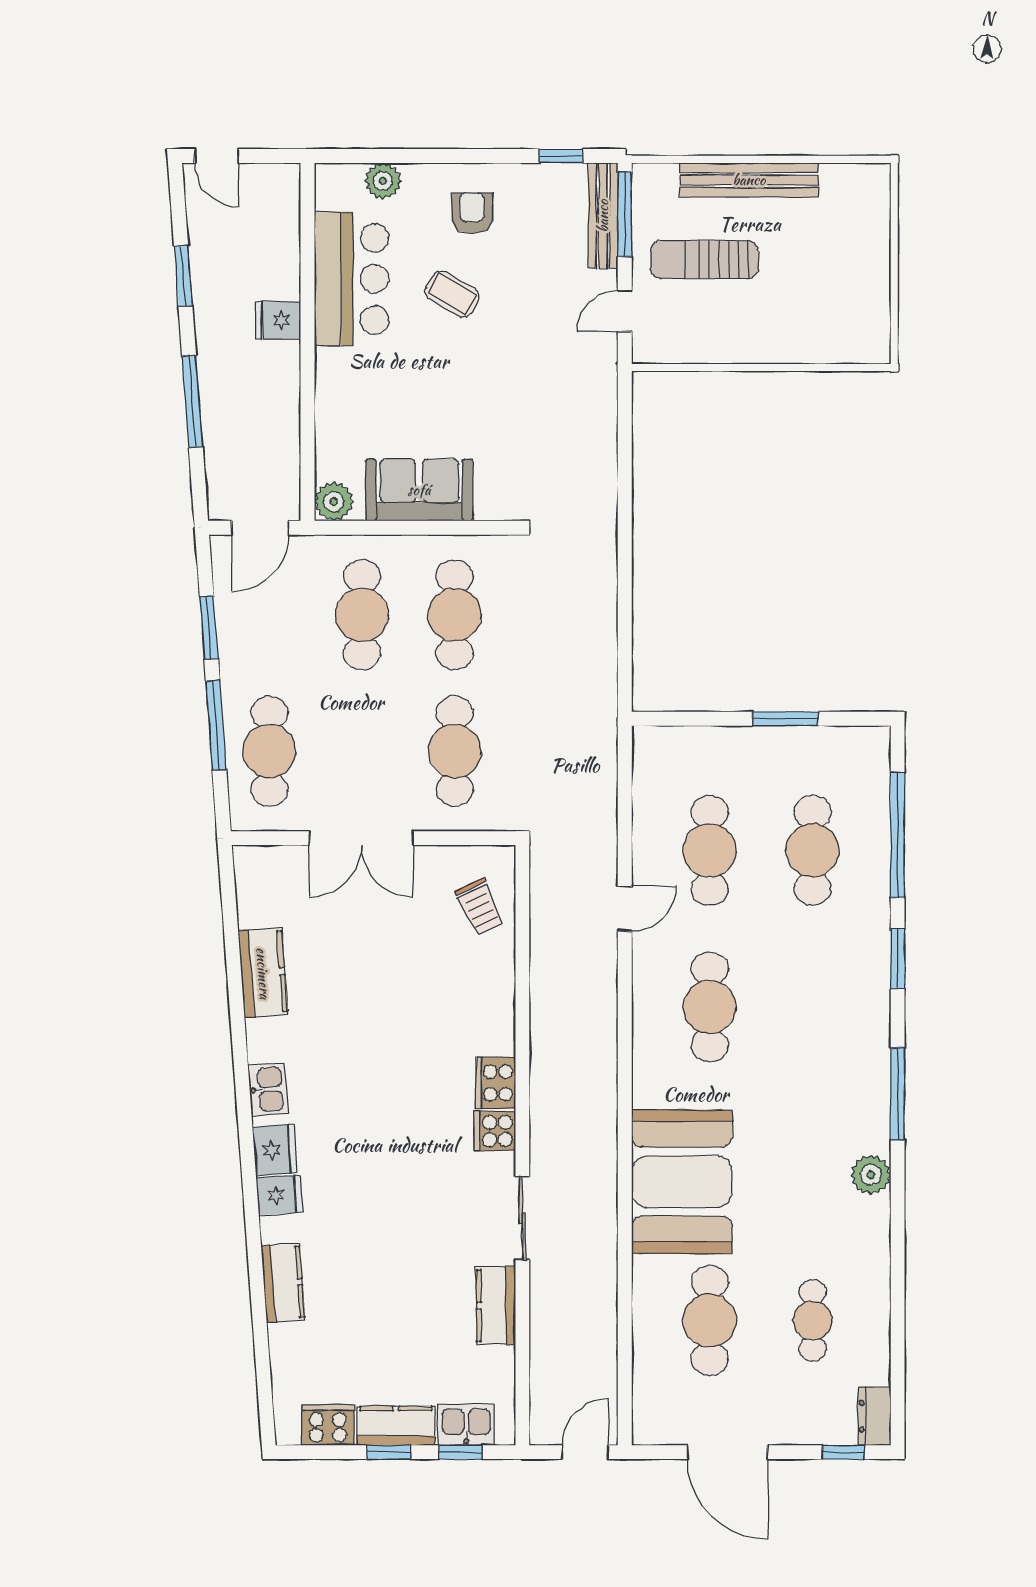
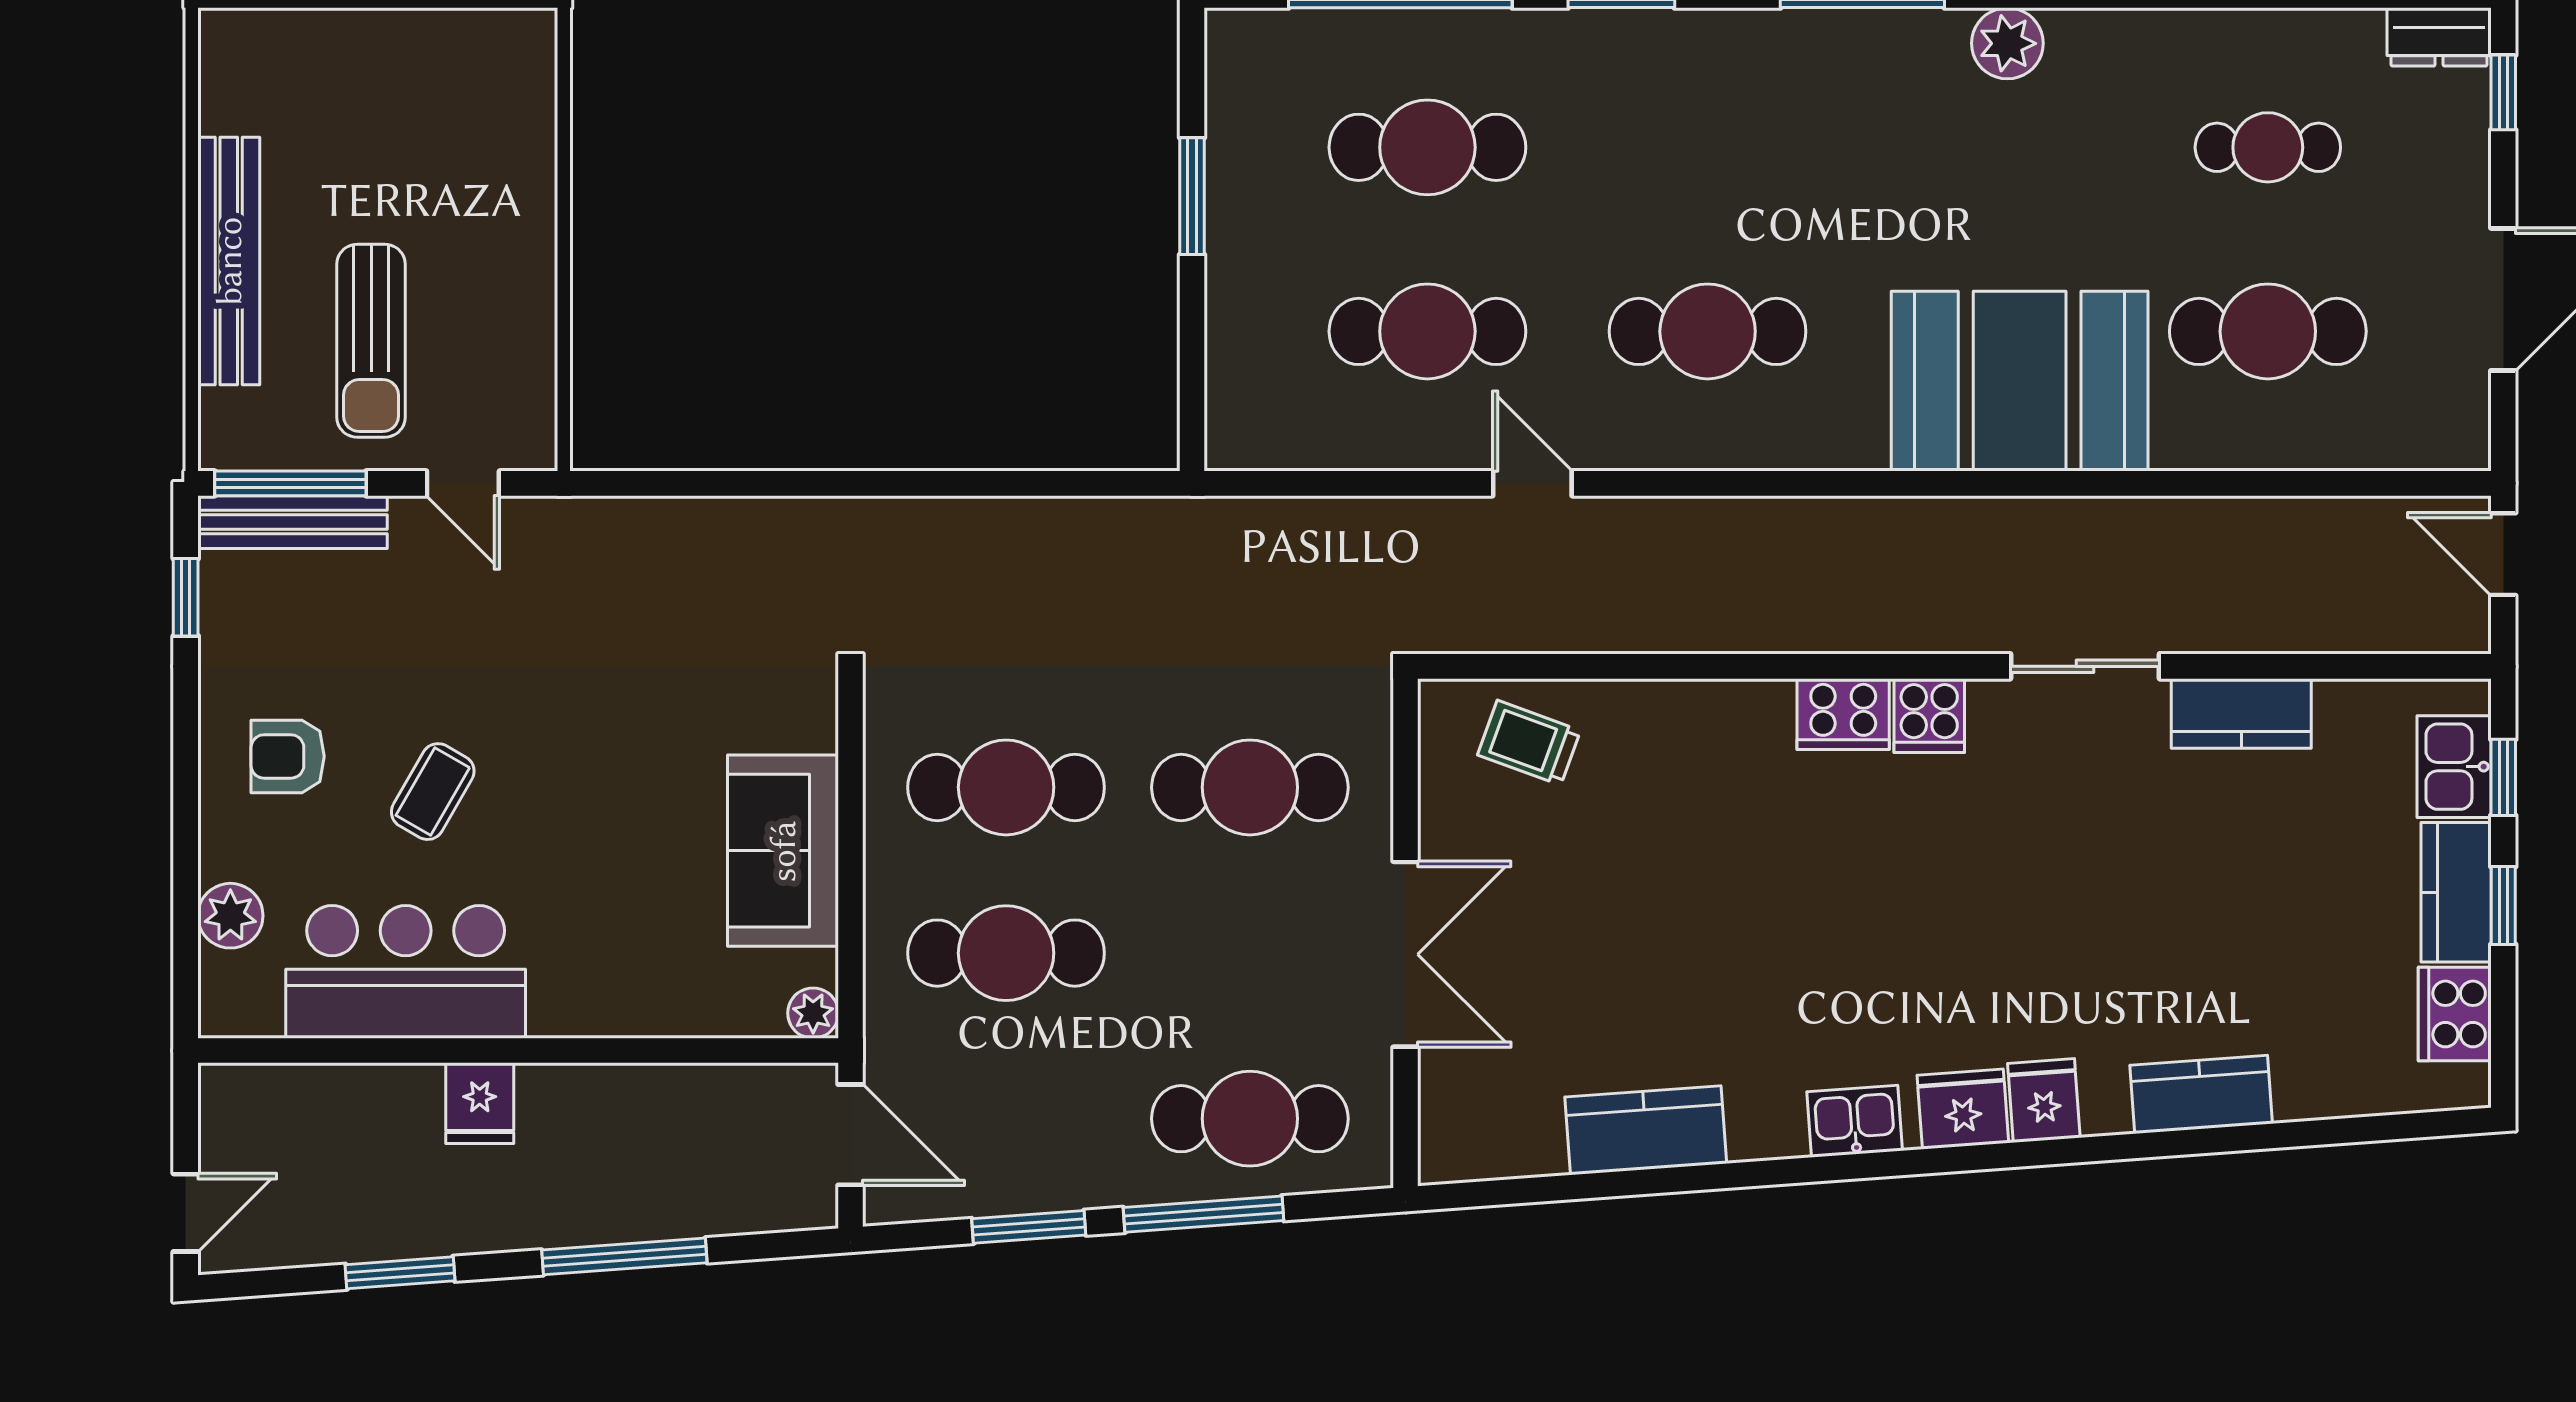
plant: (334, 502) -> (813, 1013), width x0.73, depth x0.73
trolley: (480, 907) -> (1529, 743), turned -135

